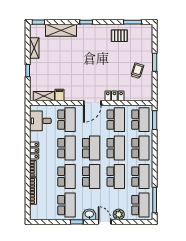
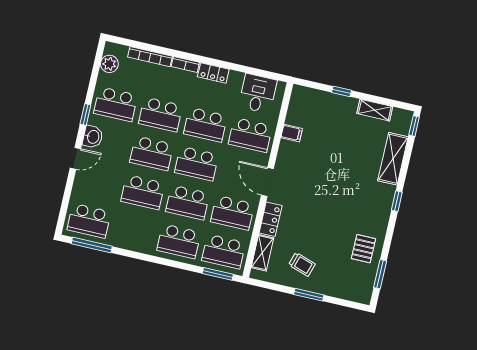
shelving: (44, 96) -> (262, 253), moved
school desk: (140, 177) -> (134, 231), removed
plant: (119, 214) -> (109, 64), moved

